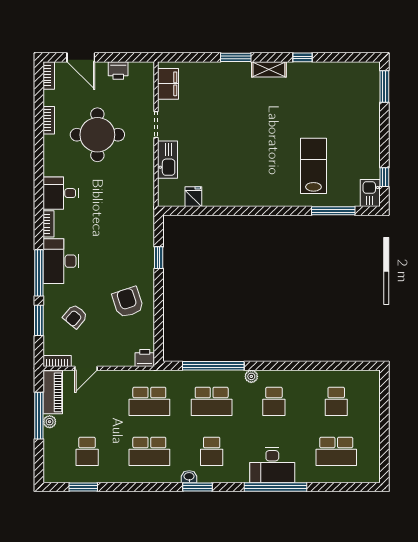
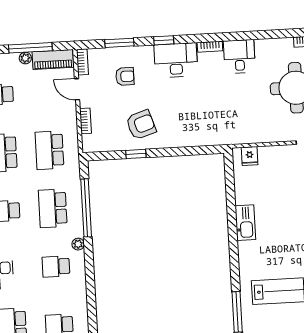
kitchen sink: (168, 160) -> (245, 223), moved, turned -90
fridge: (193, 197) -> (250, 156), moved, turned 90
window: (159, 258) -> (136, 154), moved
window: (39, 273) -> (164, 40), width x0.46
armchair: (75, 316) -> (125, 76), turned 140
printer: (145, 358) -> (90, 144), removed
bookcase: (120, 361) -> (86, 121), added

